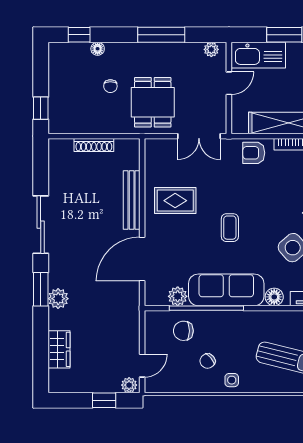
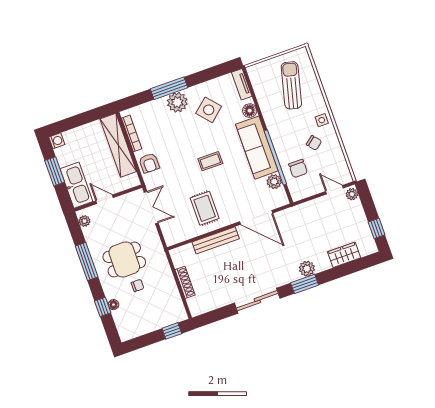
window: (79, 35) -> (103, 307), moved
dining table: (153, 102) -> (124, 260), moved
window: (104, 400) -> (377, 228), moved

